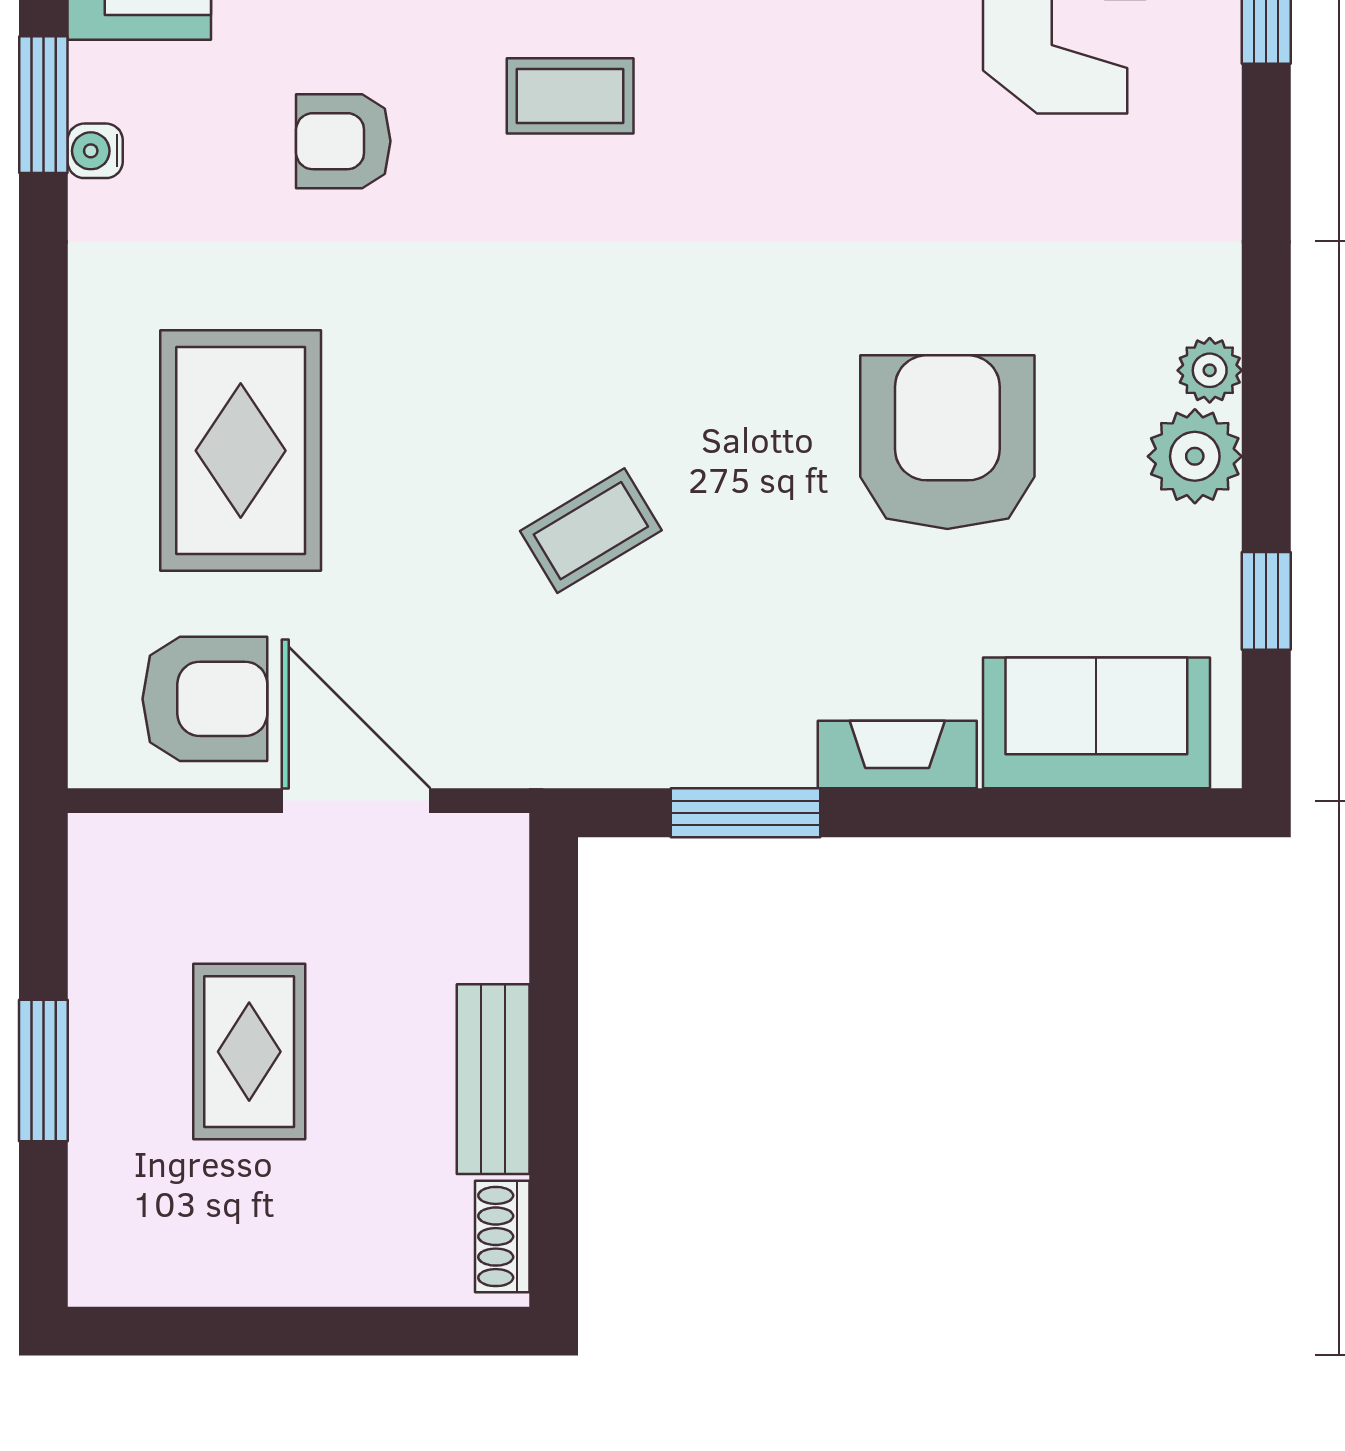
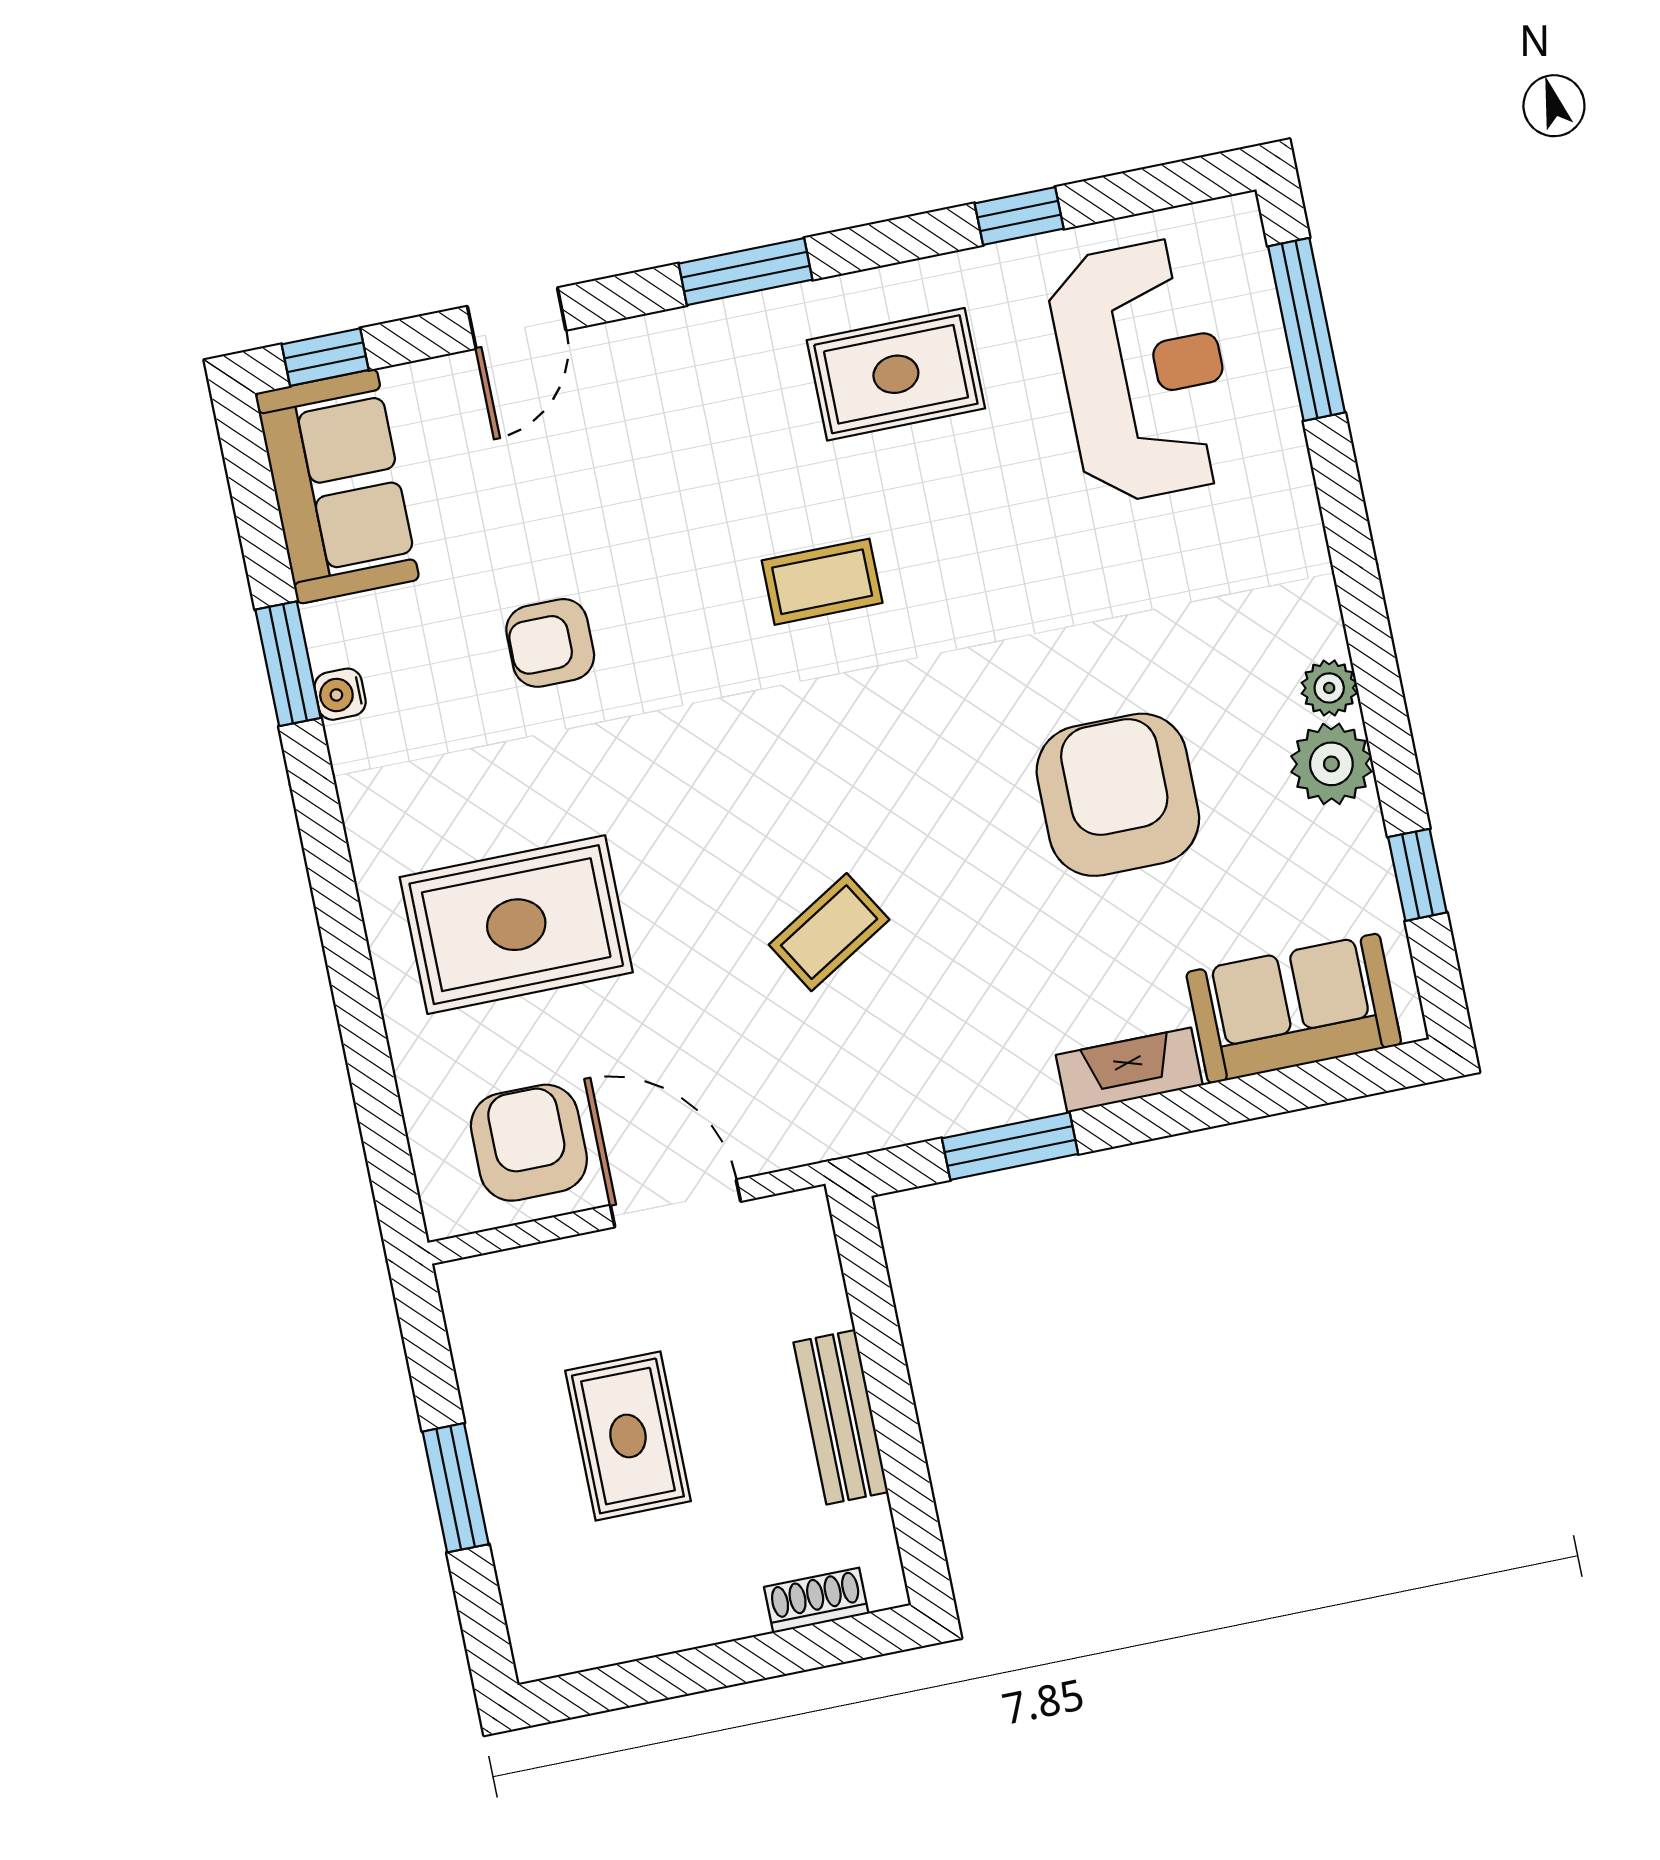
coffee table: (570, 96) -> (822, 582), moved
rug: (241, 451) -> (516, 925), turned 90
armchair: (205, 699) -> (529, 1143), turned -90
shoe rack: (502, 1237) -> (816, 1600), moved, turned 90

